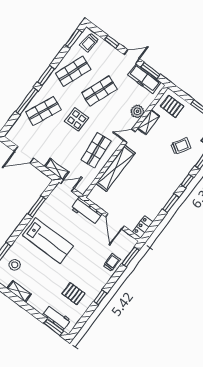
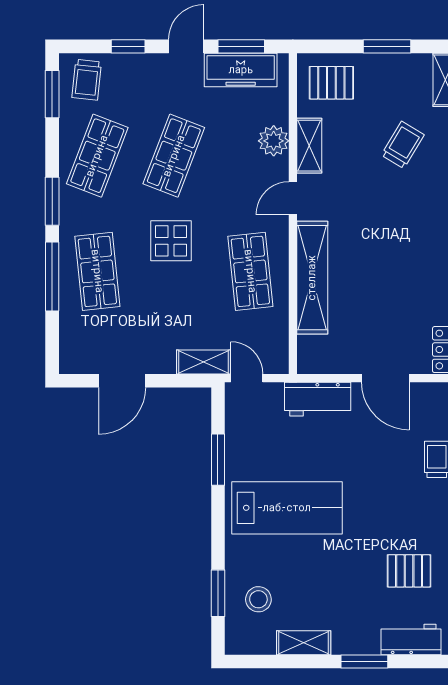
shop shelf: (43, 111) -> (97, 271), turned -30
door: (67, 186) -> (247, 378), hinge flipped
window: (54, 327) -> (364, 662), moved

